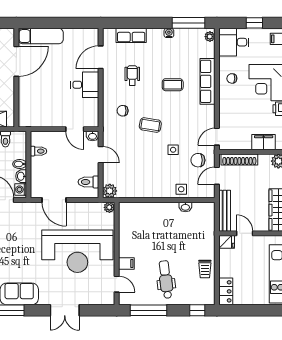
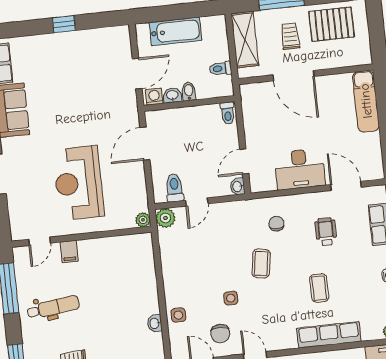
door: (16, 61) -> (293, 76), moved
wheelchair: (132, 75) -> (326, 232), turned -90
desk: (85, 85) -> (300, 169), width x1.37
toilet: (38, 151) -> (228, 113), moved
door: (101, 155) -> (197, 202), moved
chair: (198, 160) -> (220, 334), turned 180
reception desk: (77, 251) -> (79, 183), width x0.74, depth x0.77

